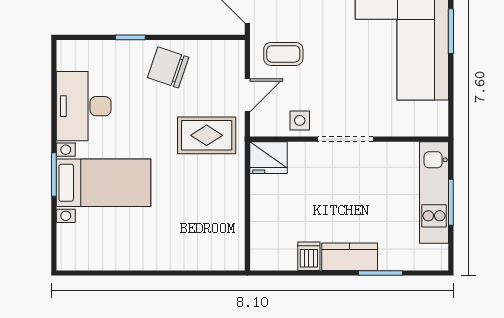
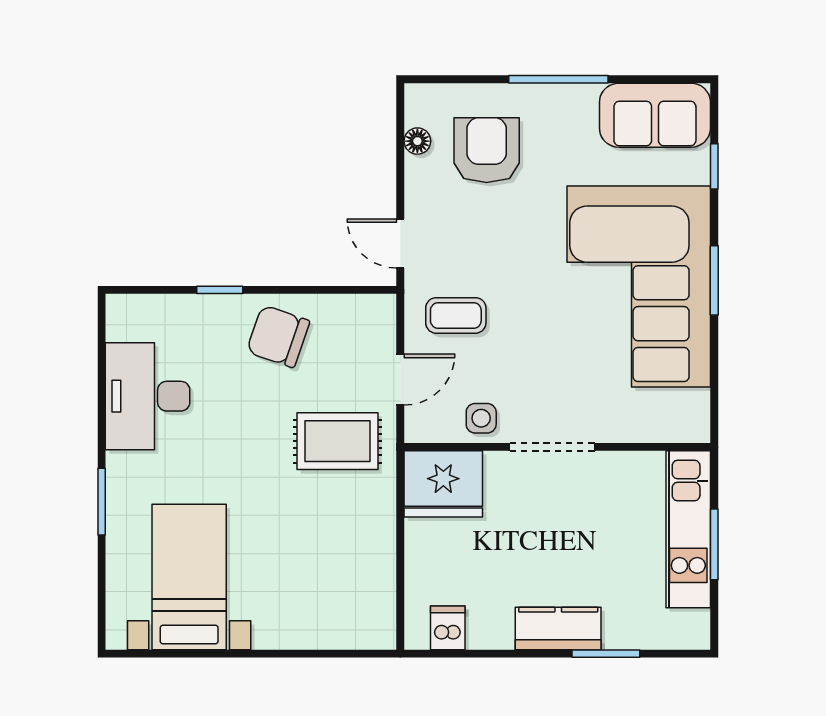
fridge: (268, 158) -> (443, 484), width x1.36, depth x1.34
bed with nightstands: (103, 183) -> (189, 577), moved, turned -90
dishwasher: (309, 256) -> (448, 628), moved

